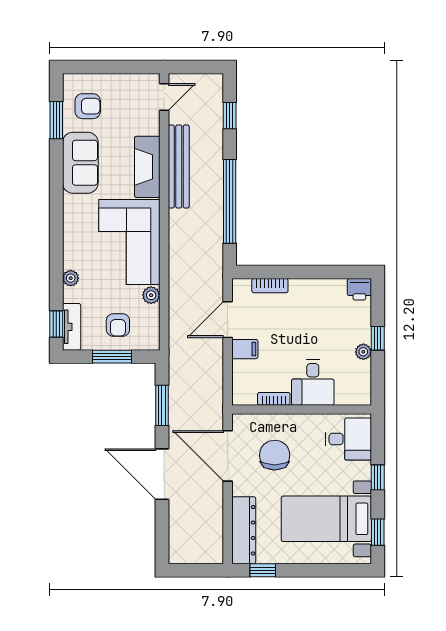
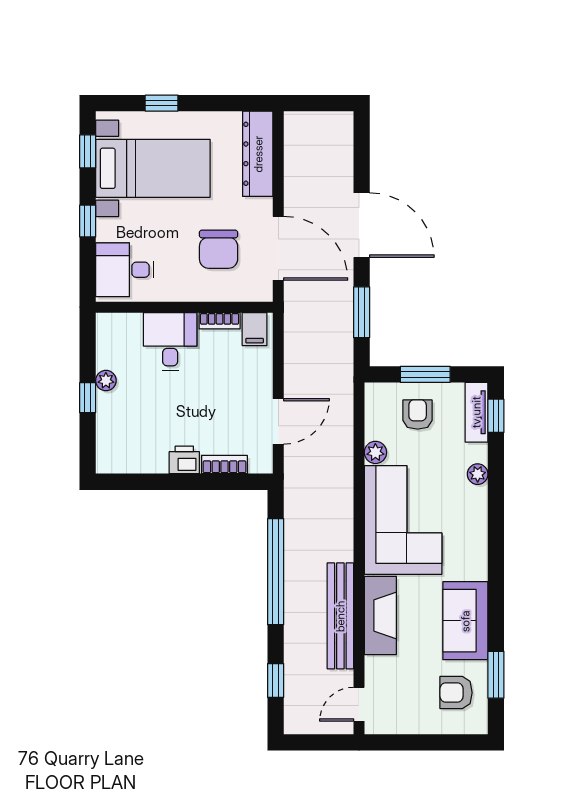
printer: (359, 289) -> (184, 460), moved
filing cabinet: (245, 349) -> (255, 329), moved, turned -90
window: (263, 570) -> (162, 103), moved

